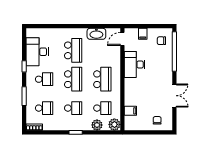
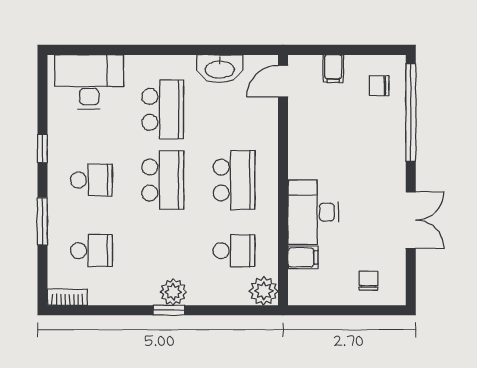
desk: (37, 52) -> (89, 82), moved, turned 90
desk: (135, 64) -> (313, 212), moved
school desk: (73, 108) -> (163, 251), removed
plant: (97, 125) -> (173, 292), moved

